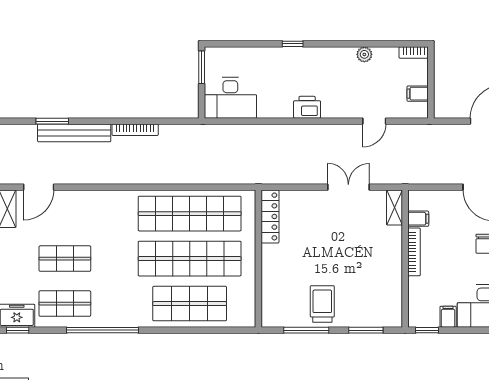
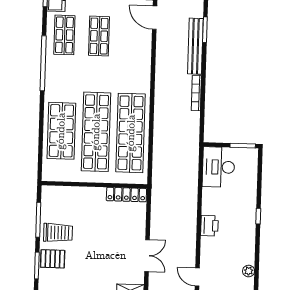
pallet: (356, 310) -> (53, 259), added

